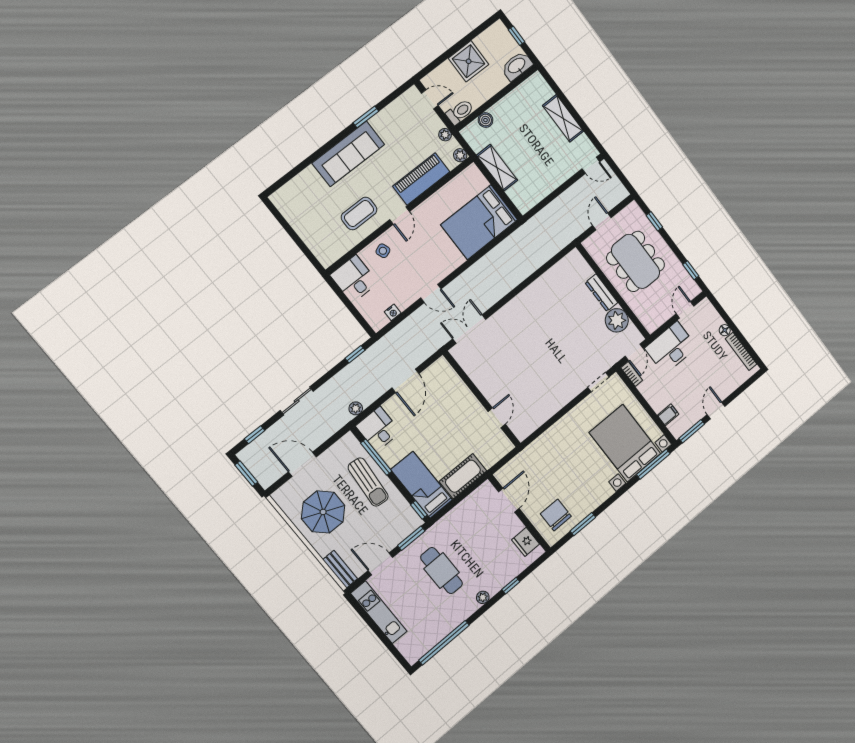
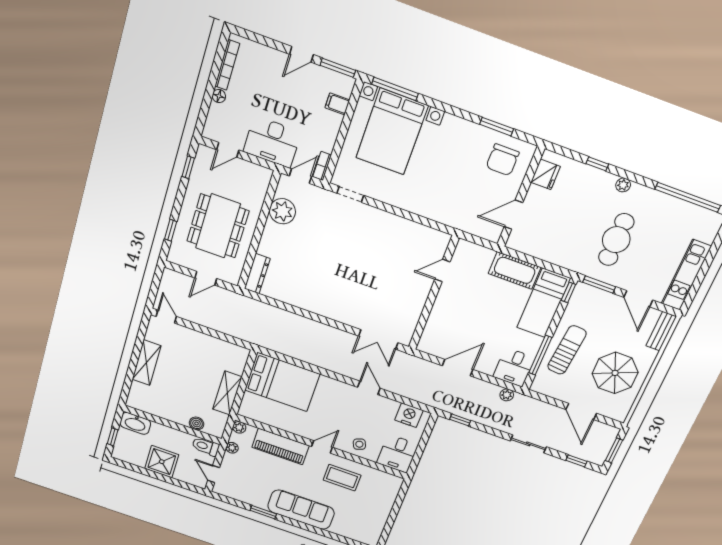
dresser: (601, 293) -> (257, 274), moved
nightstand: (393, 312) -> (409, 415), width x1.89, depth x1.79

